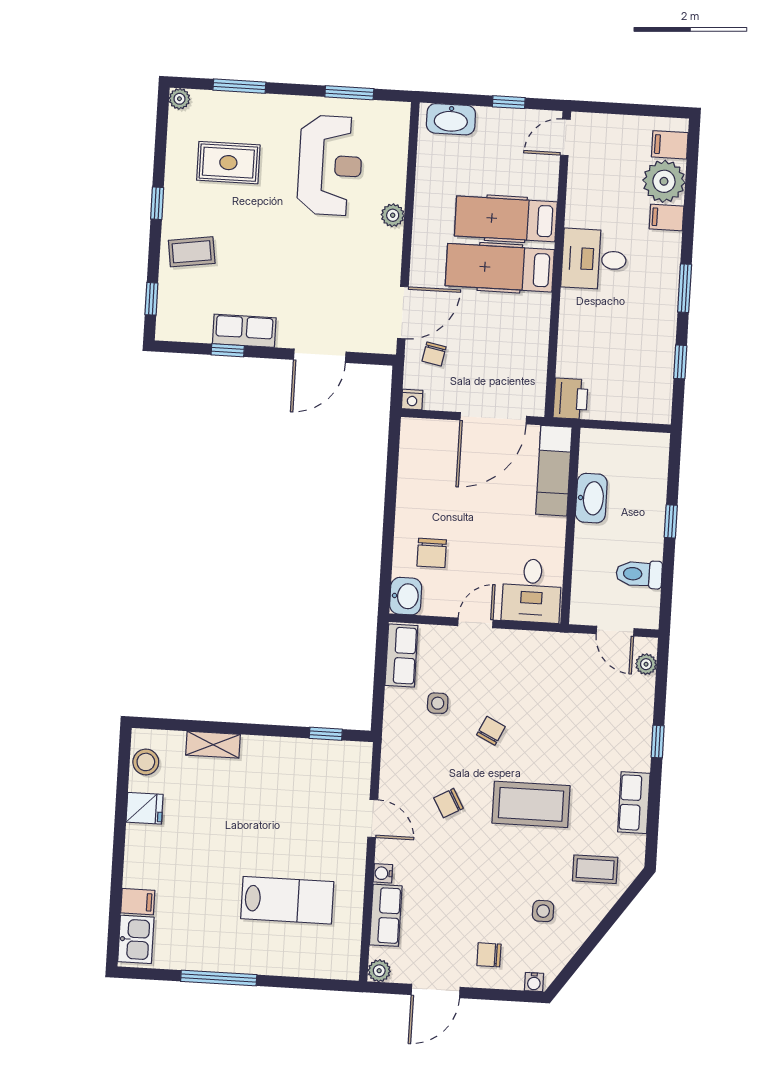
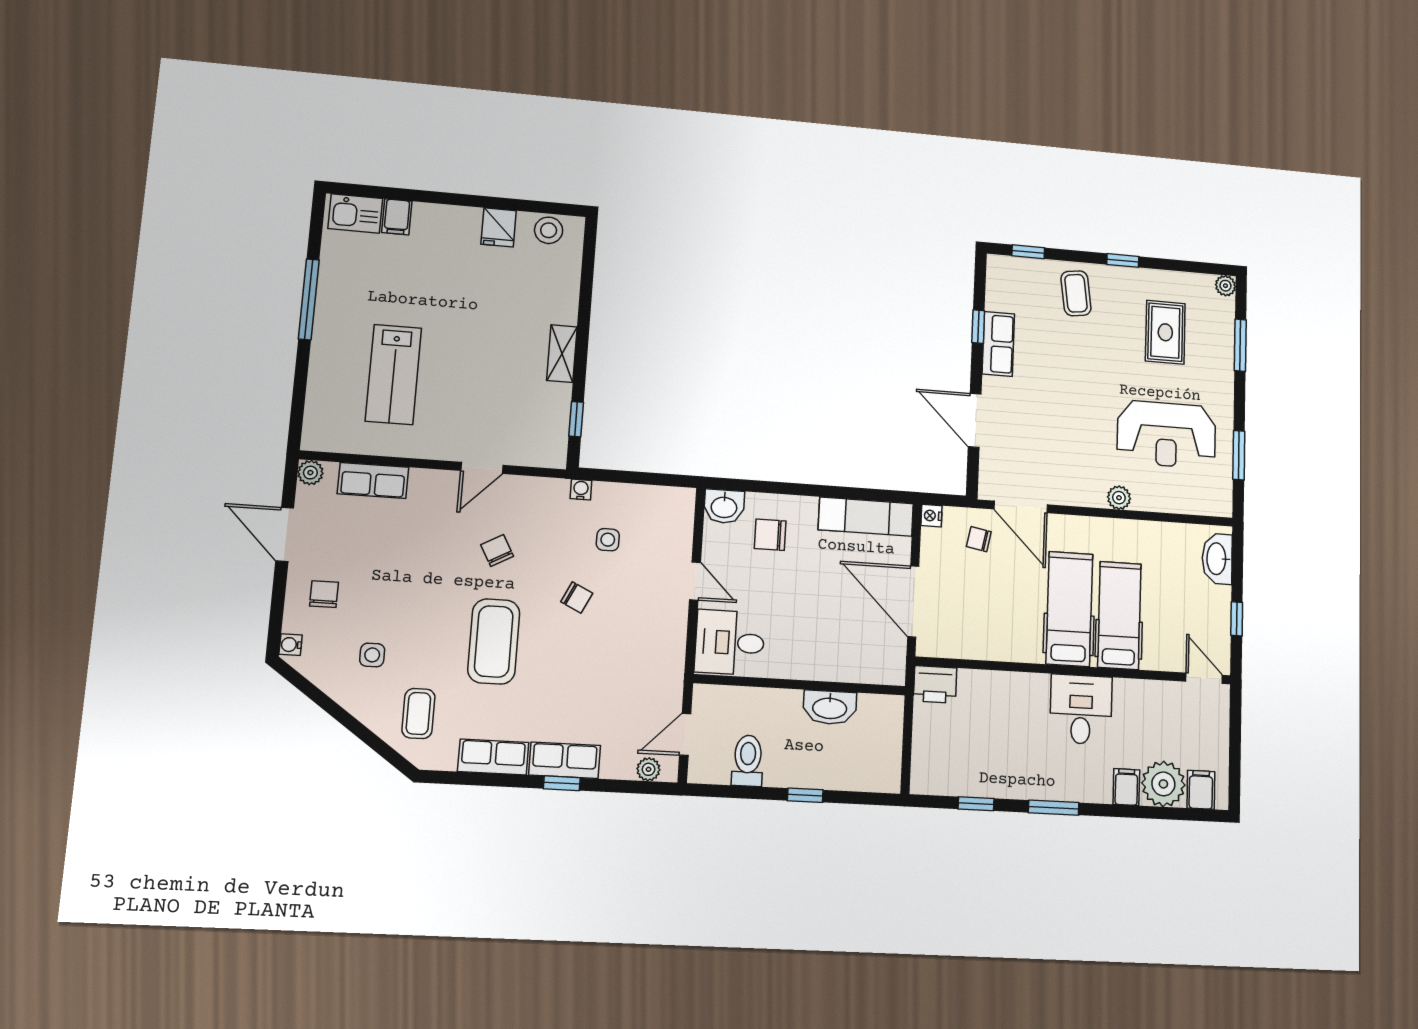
exam couch: (554, 471) -> (866, 517), moved, turned 180
row of seats: (401, 655) -> (565, 760), moved, turned 180
shelving: (213, 745) -> (562, 354), moved
water cooler: (383, 873) -> (581, 490), moved

